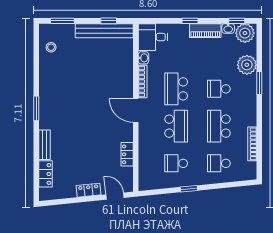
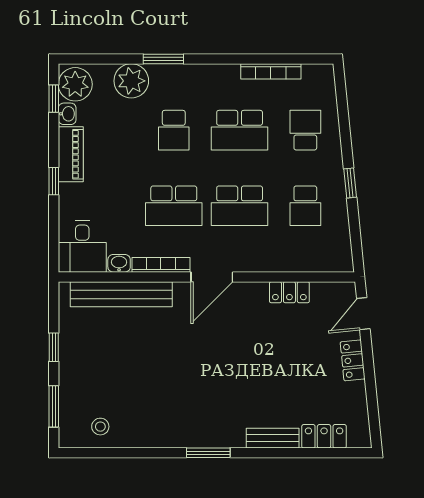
window: (109, 21) -> (54, 347), moved
bench: (104, 31) -> (121, 294), moved, turned 90
school desk: (176, 126) -> (240, 206), turned 180
school desk: (219, 163) -> (305, 130), turned 180

